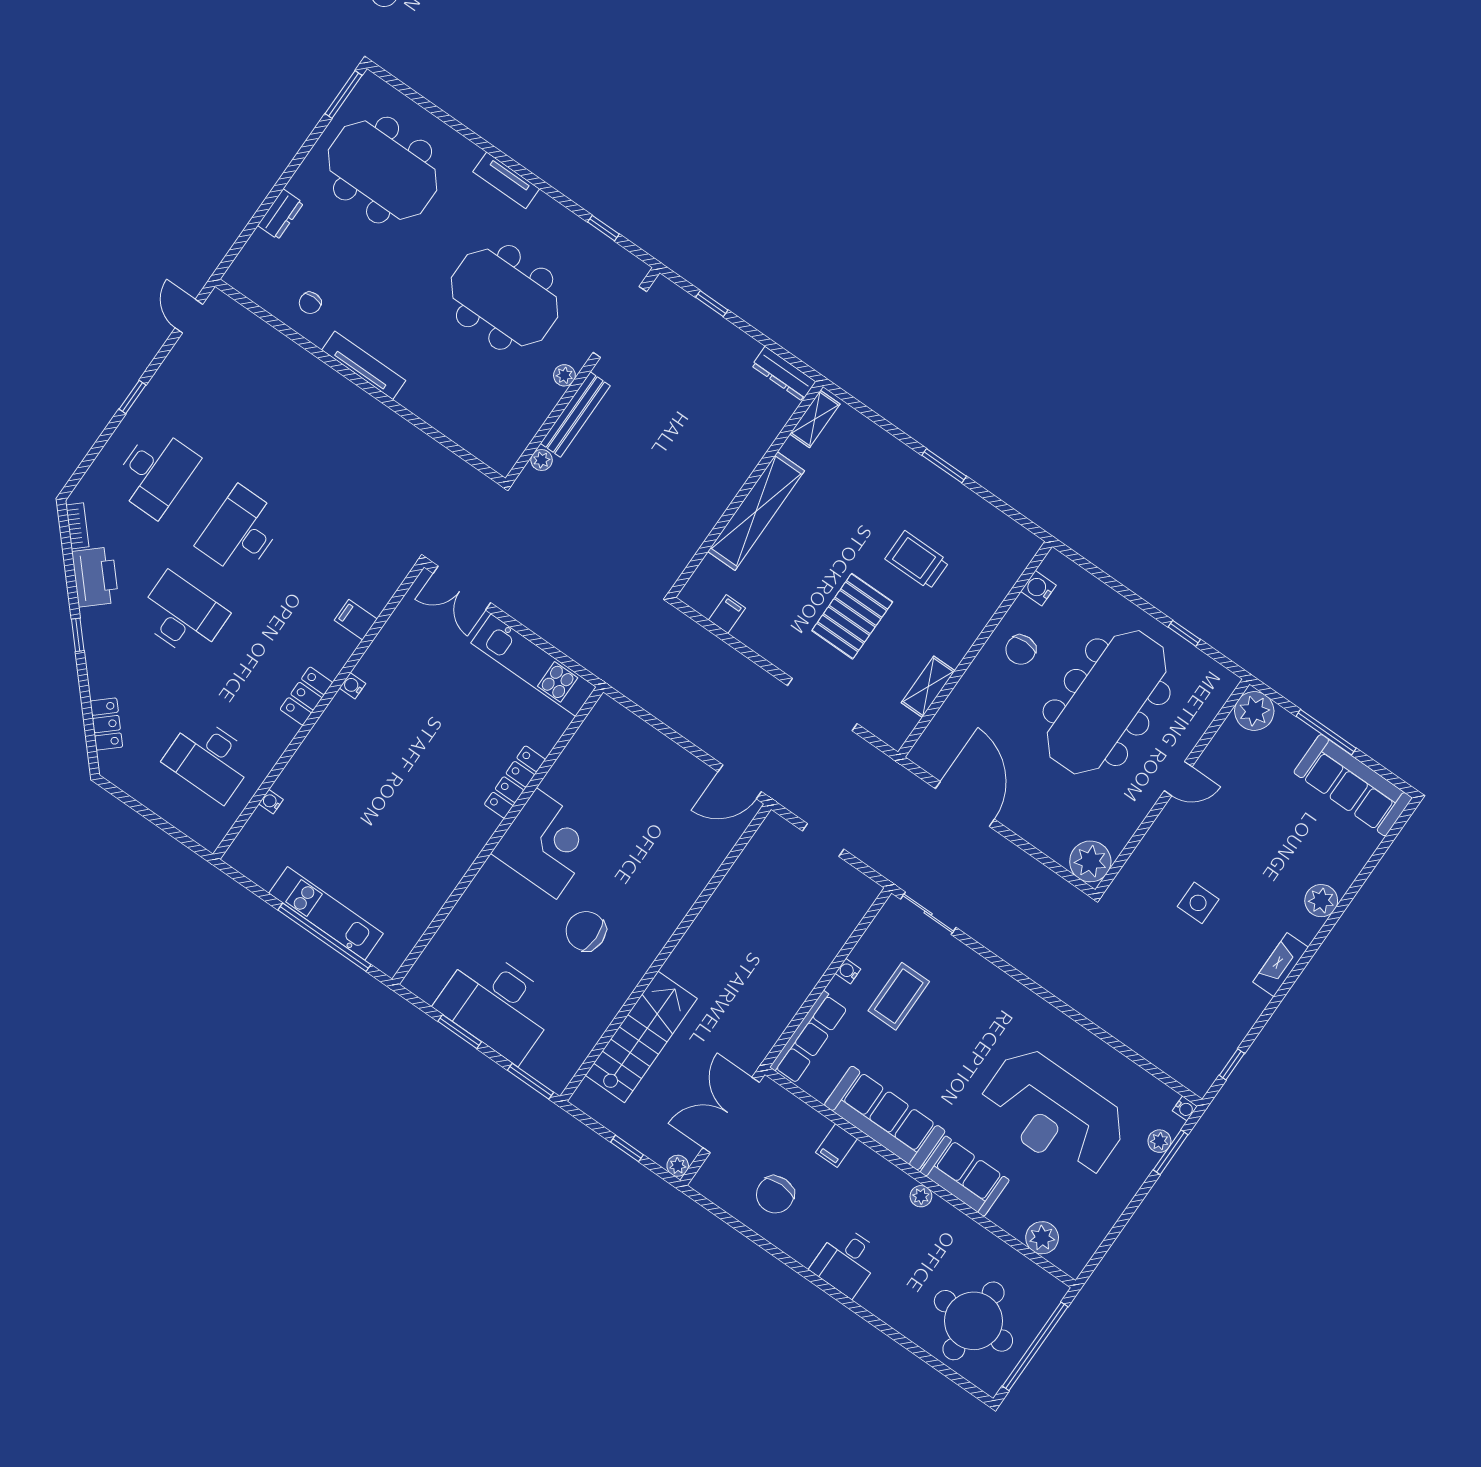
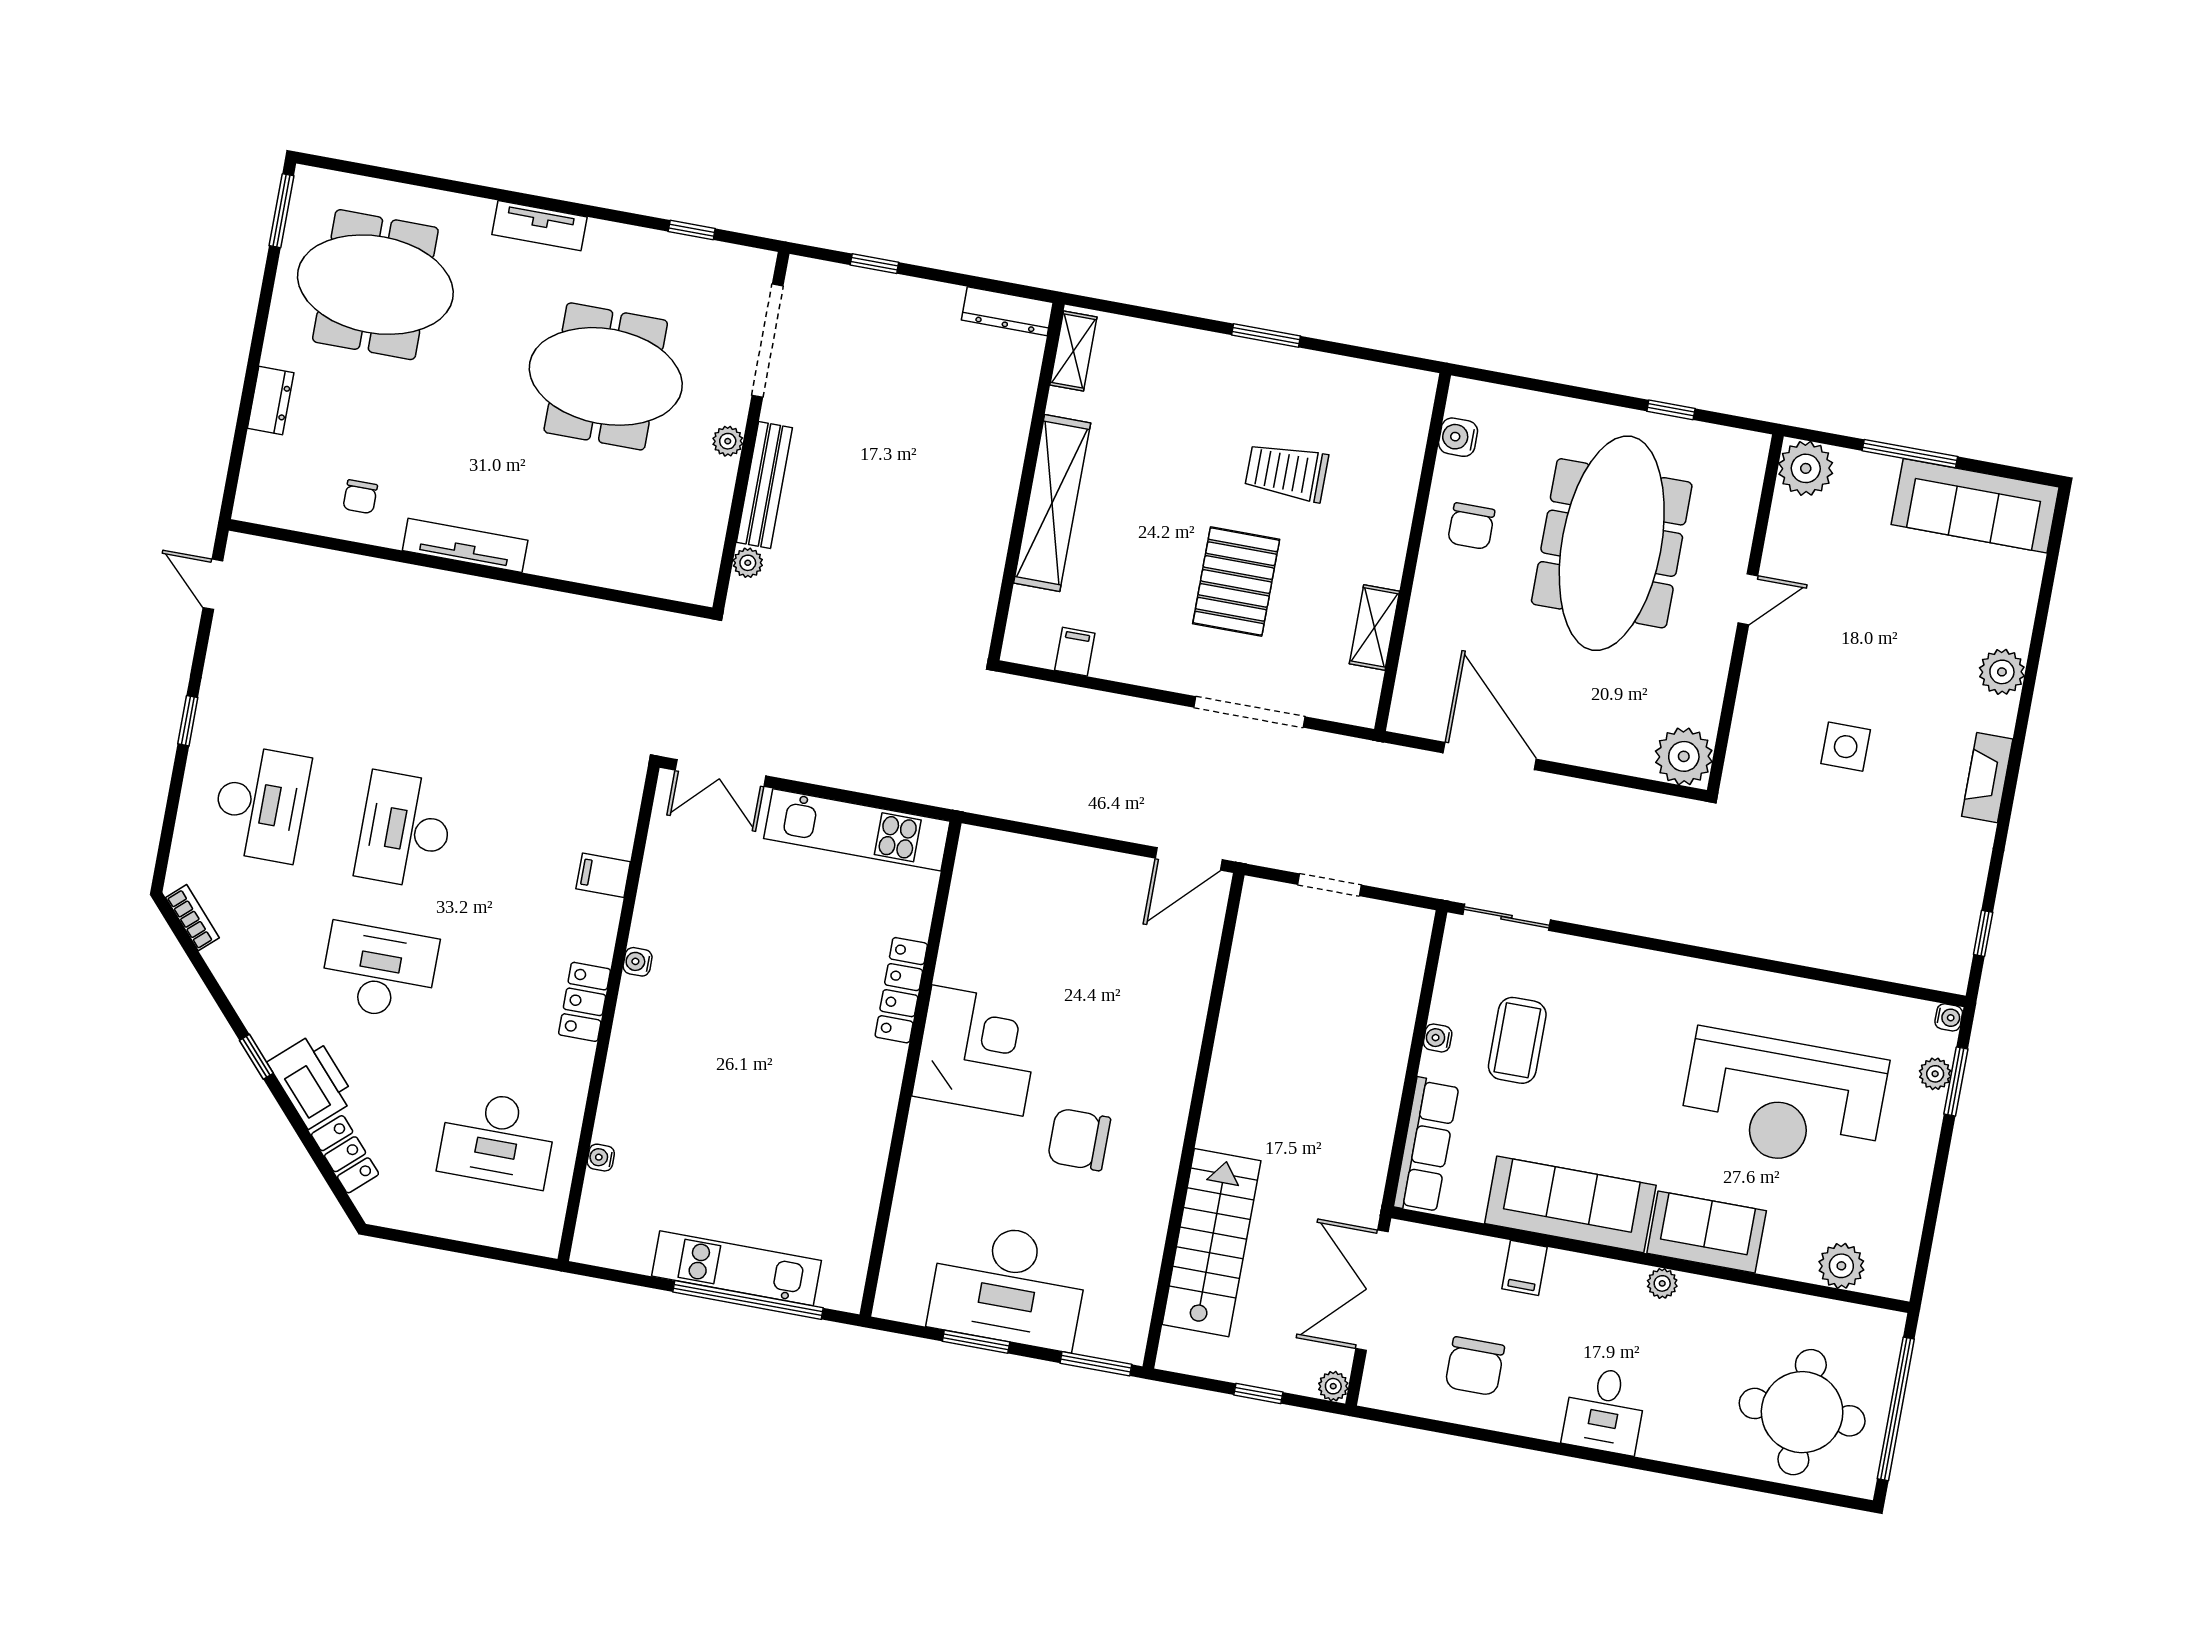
printer: (95, 577) -> (312, 1081), moved

